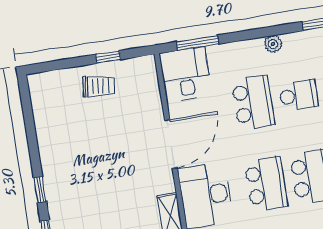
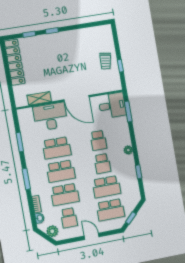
school desk: (253, 103) -> (98, 140), width x0.54

